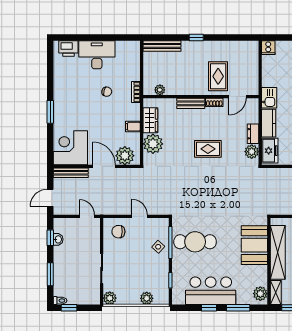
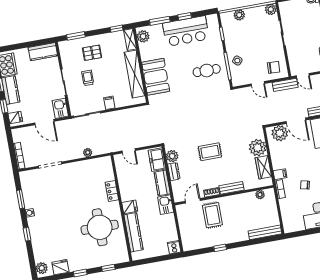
window: (196, 38) -> (220, 248), moved
filing cabinet: (133, 127) -> (280, 174), moved
bench: (109, 209) -> (285, 85), added
cafe table: (195, 242) -> (207, 71), width x0.73, depth x0.74

